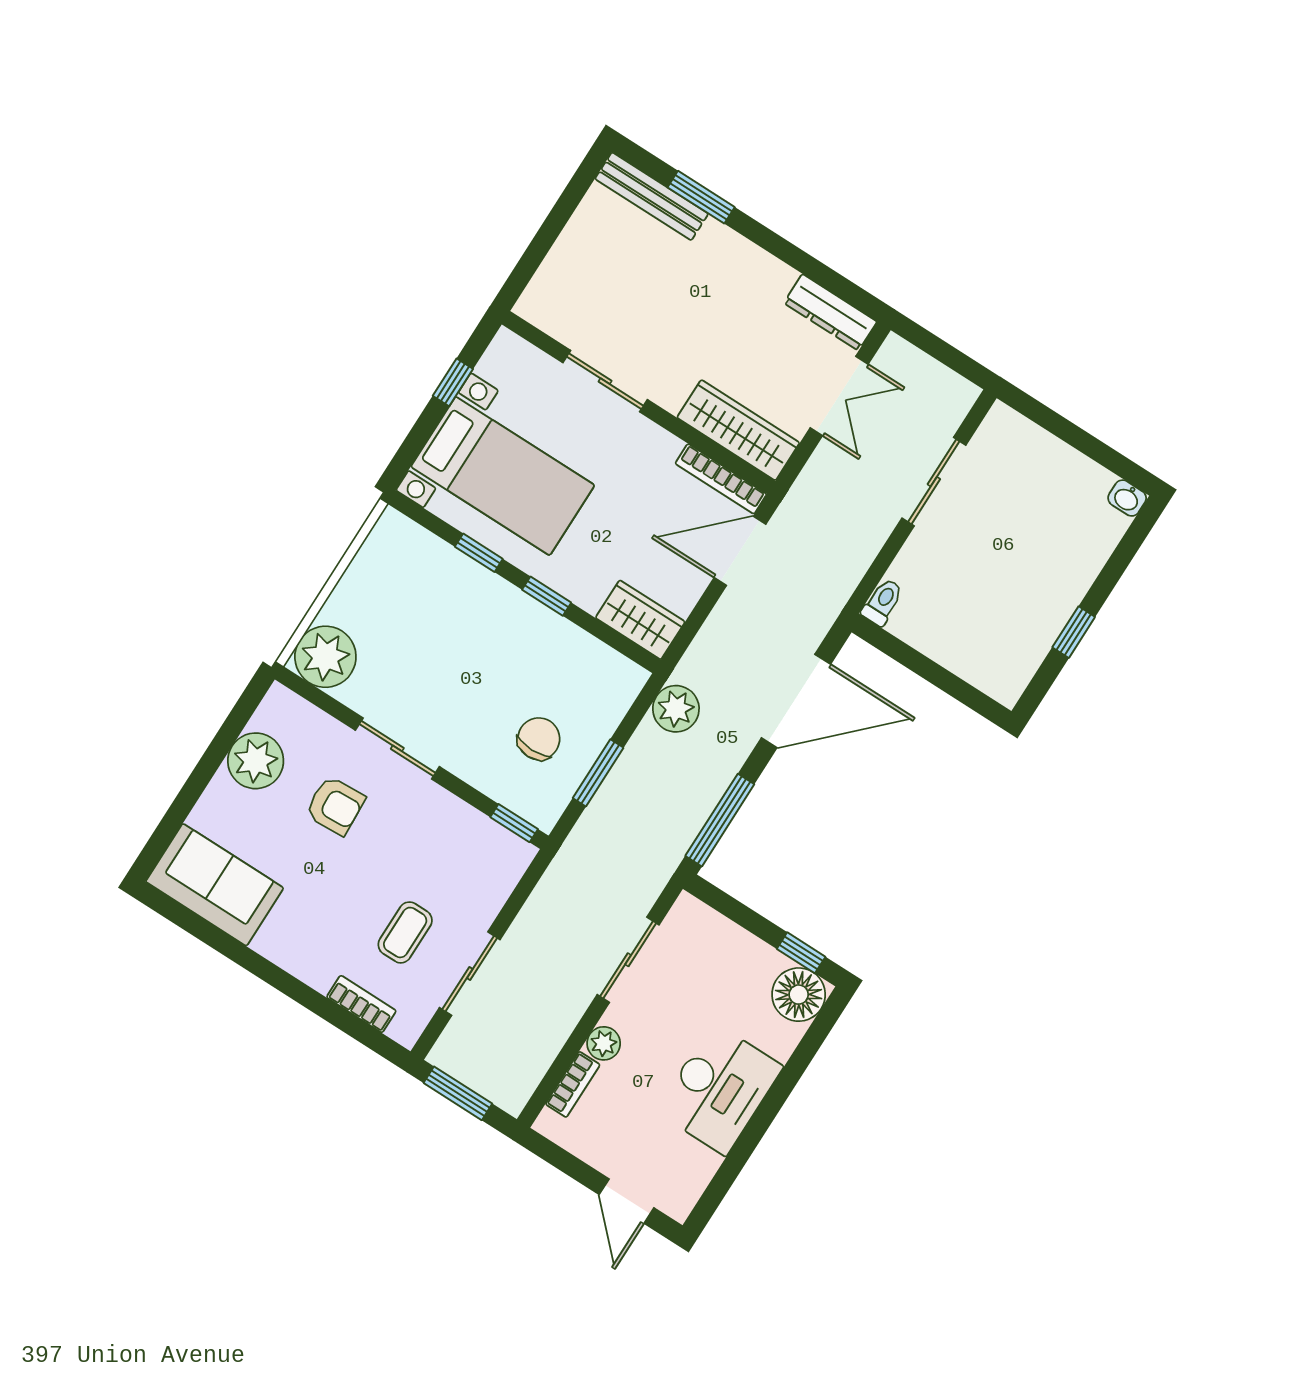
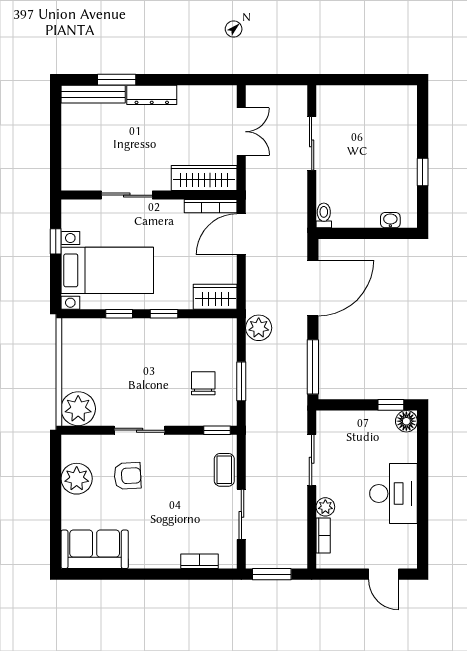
dresser: (830, 312) -> (152, 95), moved
washbasin: (1127, 498) -> (390, 220), moved, turned 180
coffee table: (405, 932) -> (224, 470), moved
floor lamp: (799, 995) -> (406, 421), width x0.73, depth x0.73

